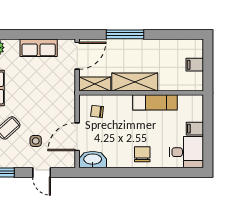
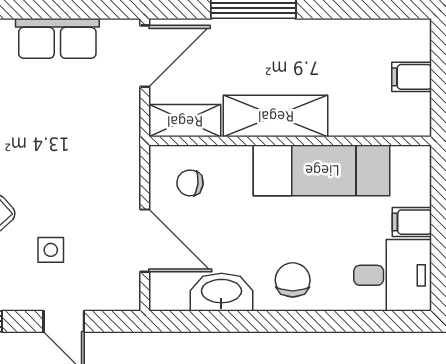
exam couch: (155, 102) -> (322, 170), width x1.36, depth x1.45
door: (77, 137) -> (145, 240), swing flipped
washbasin: (93, 160) -> (221, 292), moved

